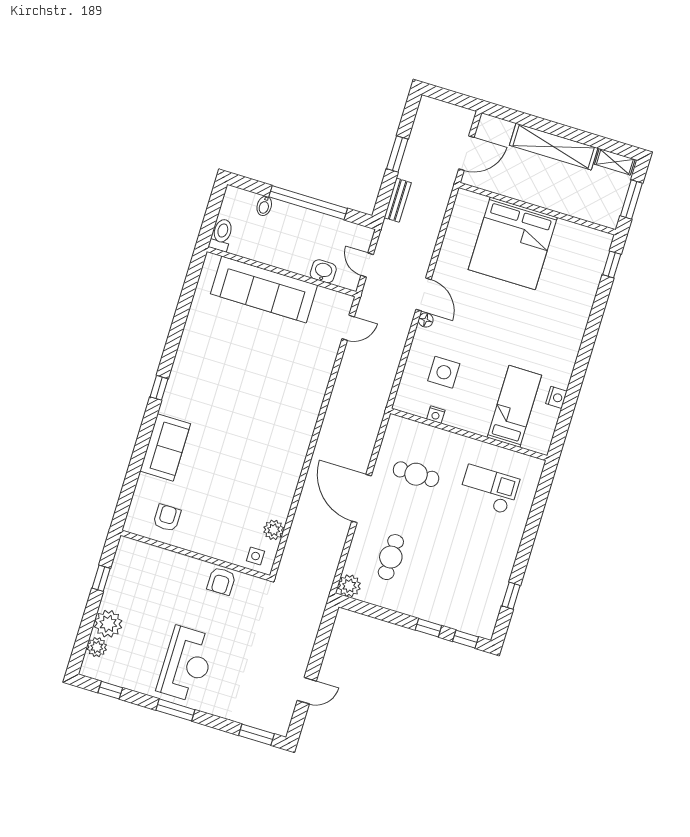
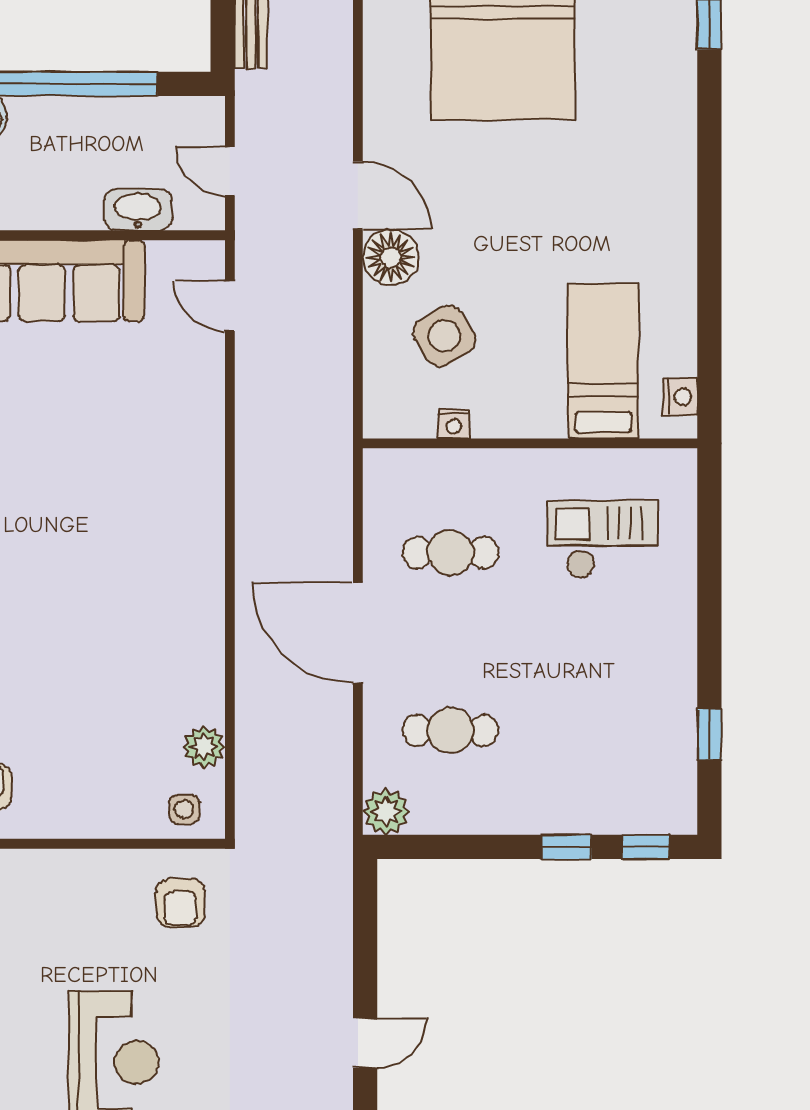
washbasin: (323, 271) -> (138, 210), width x1.38
floor lamp: (426, 320) -> (391, 257), width x1.89, depth x1.89
door: (348, 328) -> (230, 306), swing flipped
side table: (444, 372) -> (444, 336), turned -32
nightstand: (556, 397) -> (680, 397), moved
cafe table: (391, 557) -> (450, 730), turned 90
armchair: (221, 581) -> (180, 903), moved

